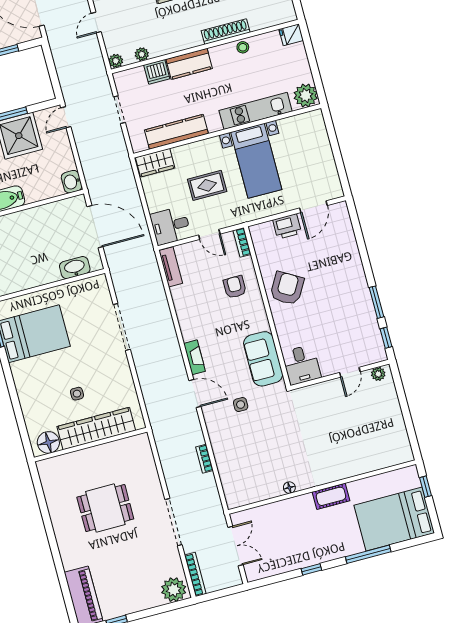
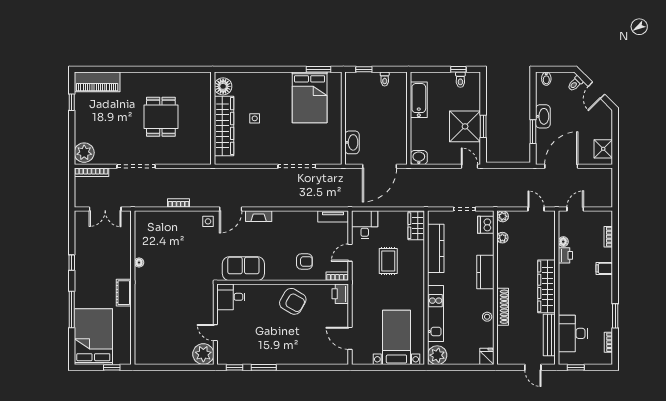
dishwasher: (157, 72) -> (486, 225), moved
bed with nightstands: (256, 161) -> (396, 337), moved, turned 90
printer: (287, 226) -> (340, 294), moved
plant: (378, 374) -> (203, 354), width x1.88, depth x1.88
side table: (241, 405) -> (208, 221), moved

